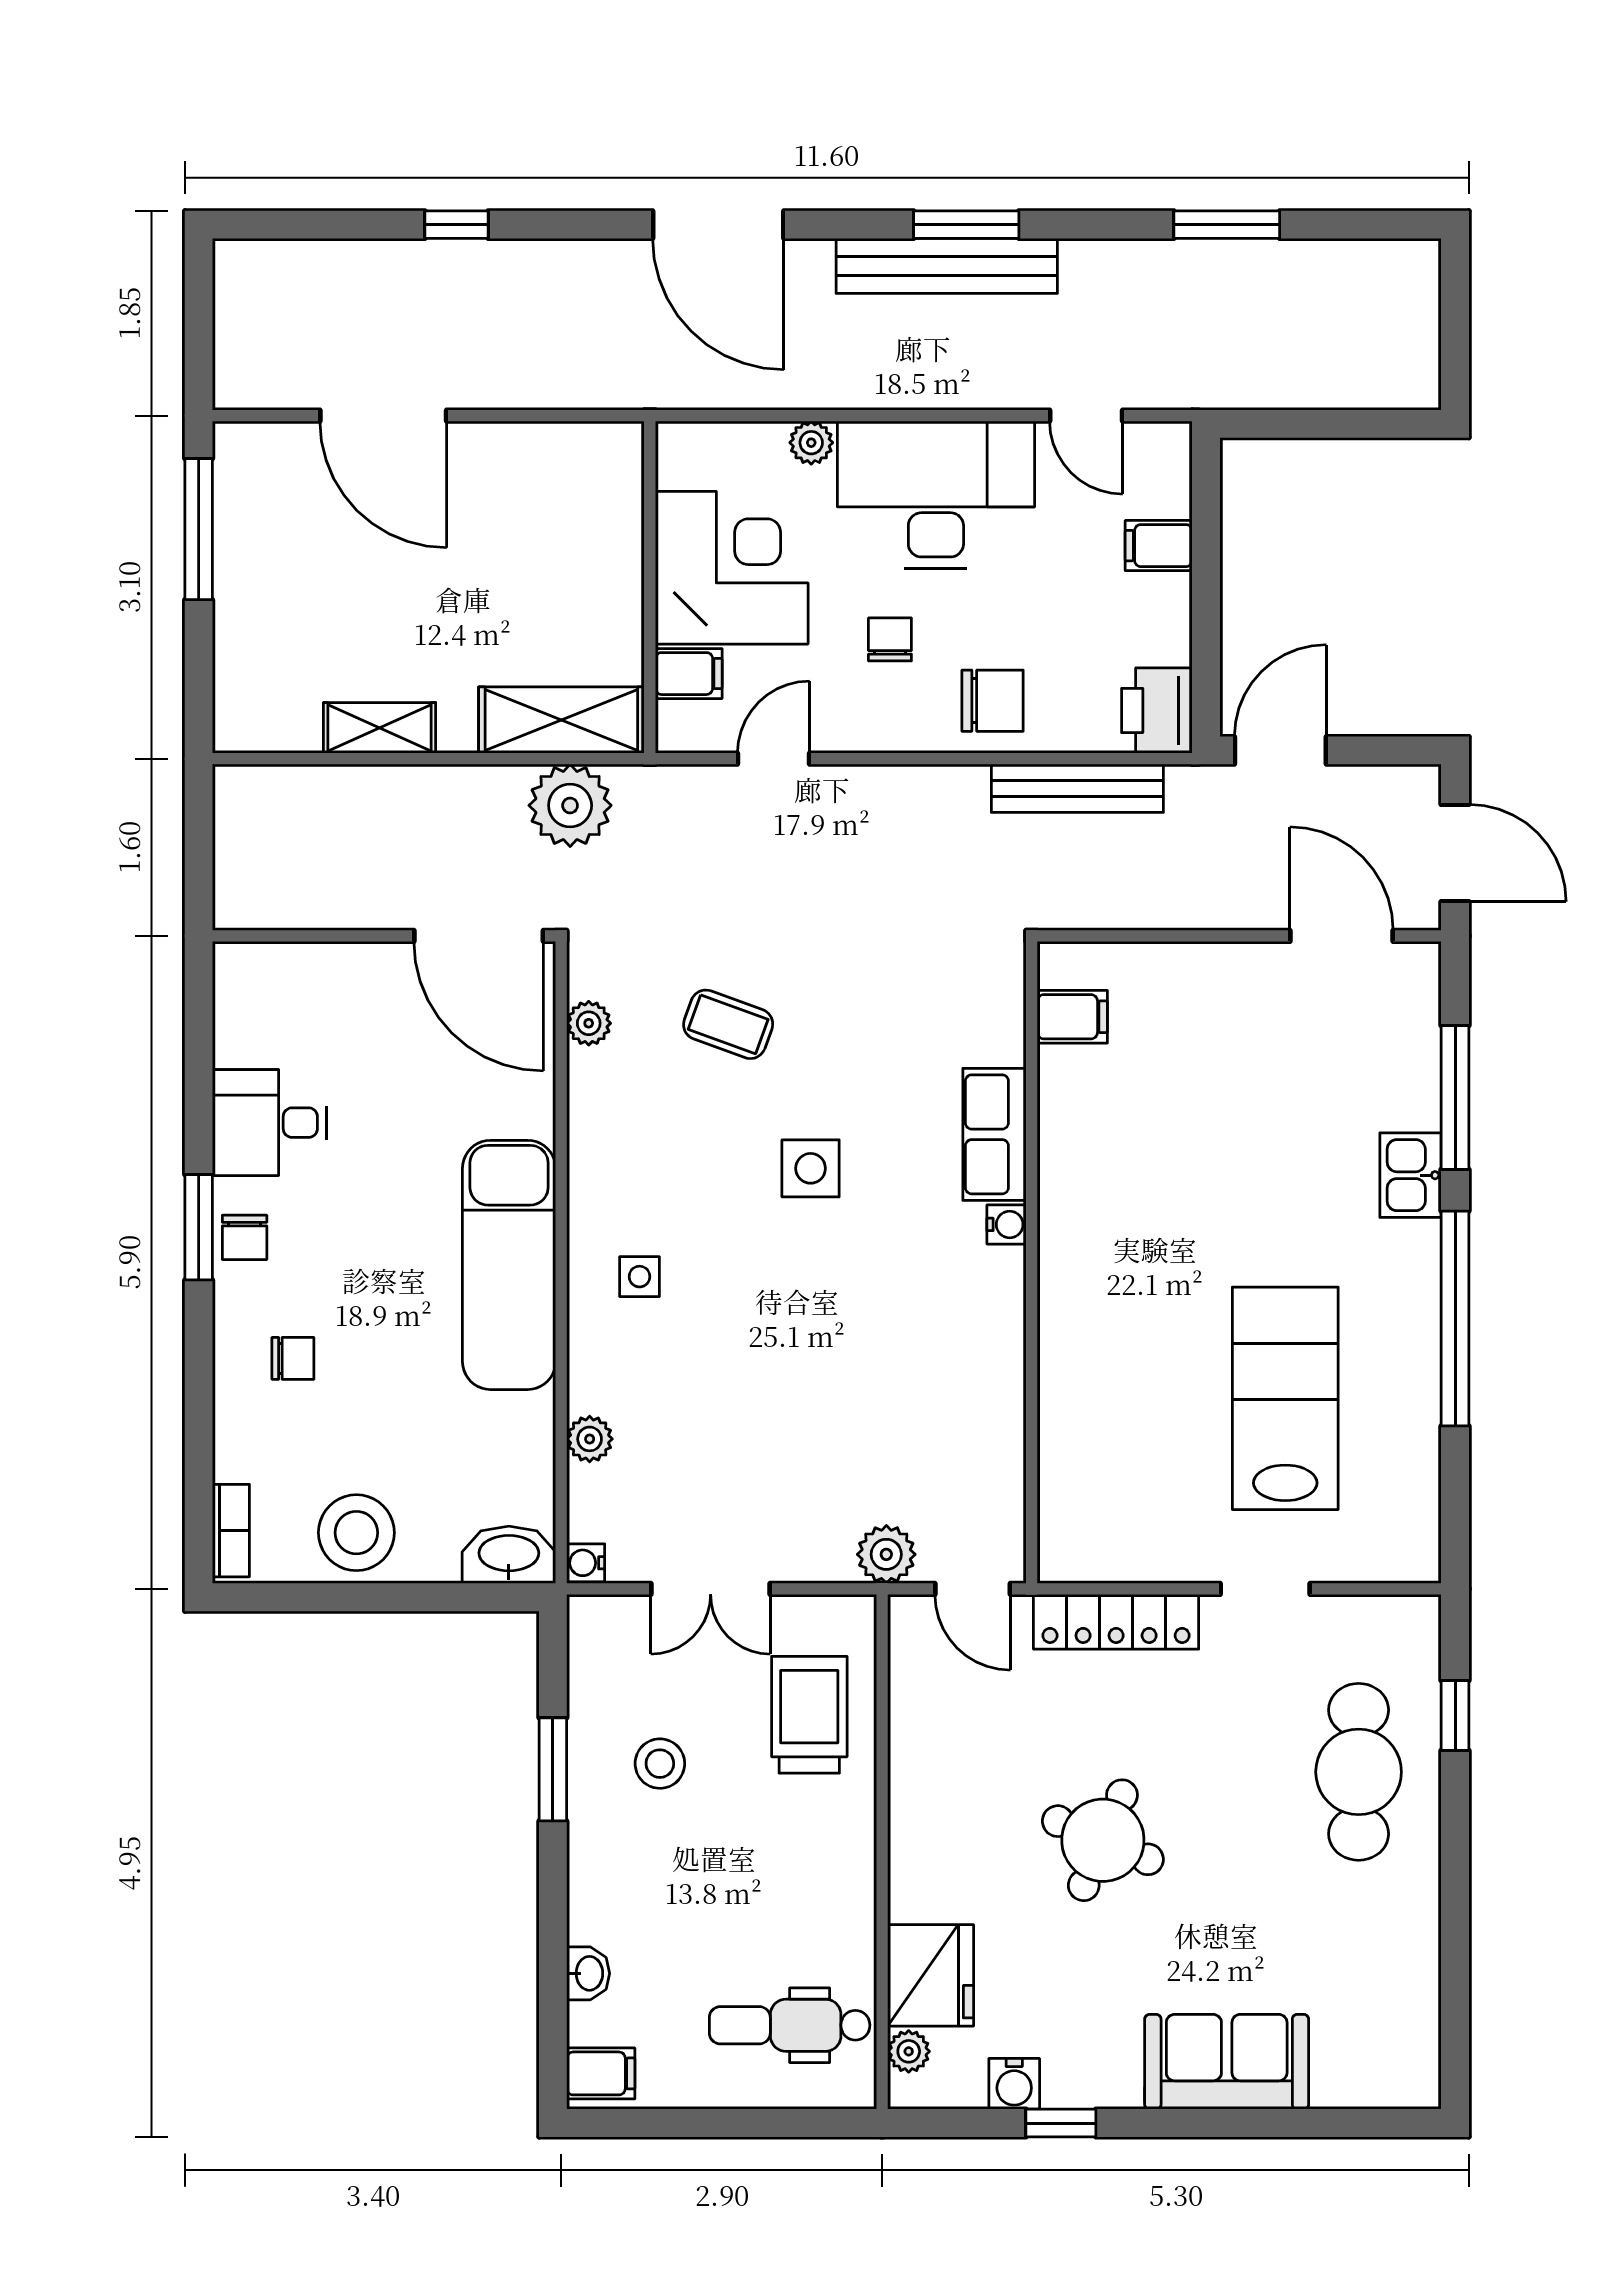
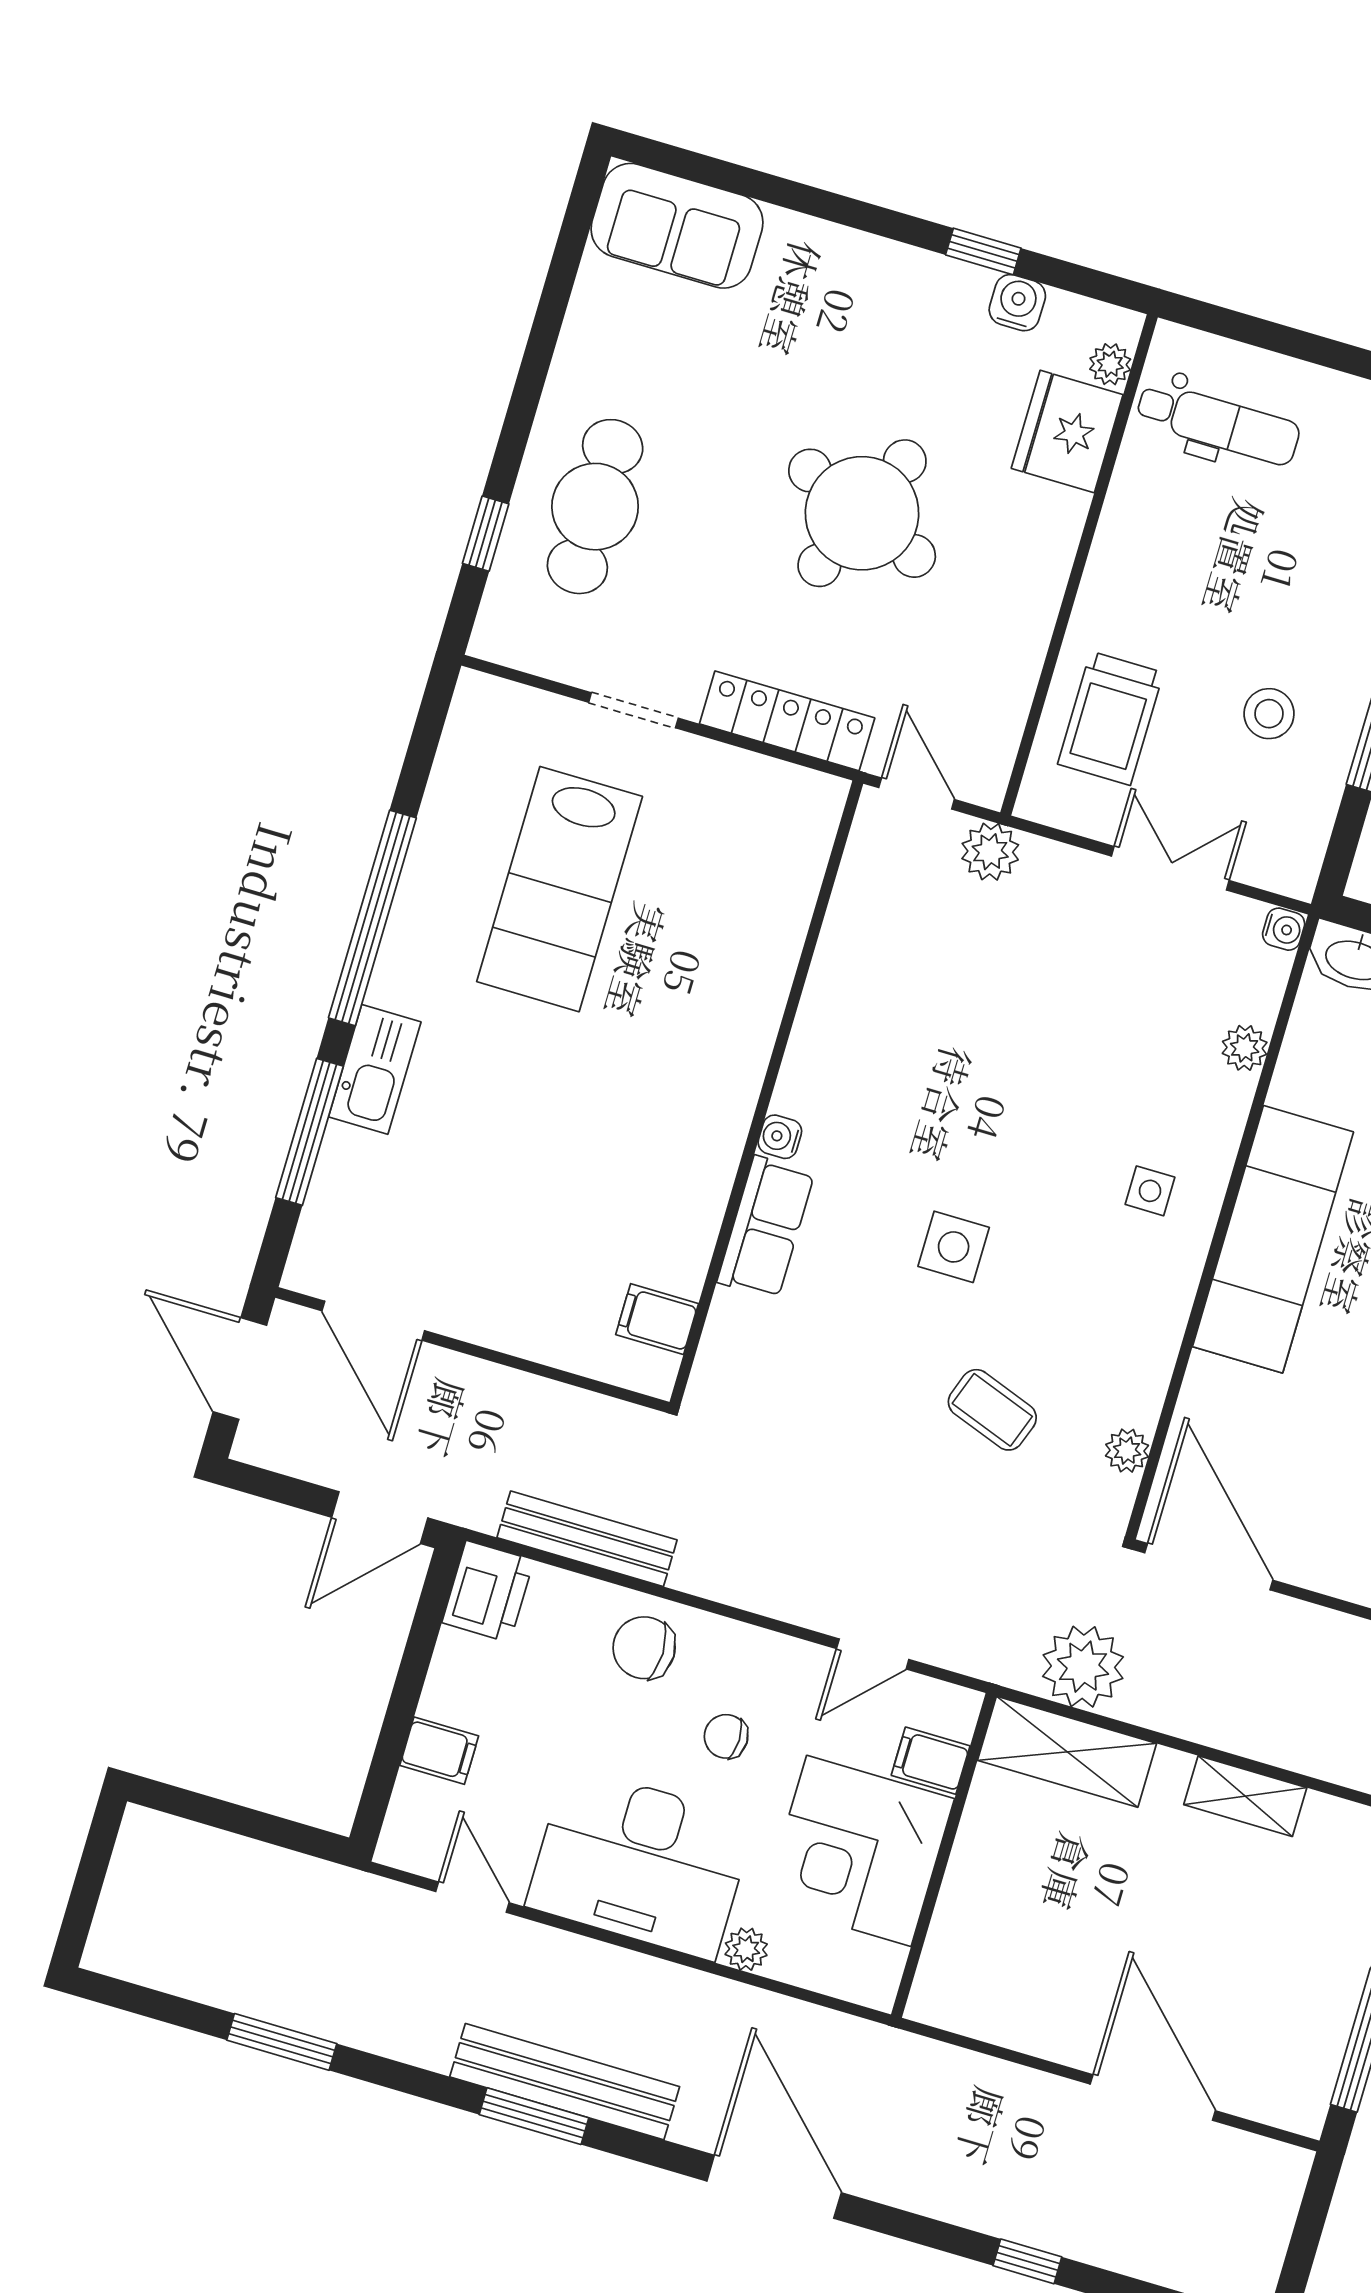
chair: (890, 639) -> (726, 1736), turned 91
kitchen sink: (1411, 1175) -> (375, 1069), width x1.38
round table: (1103, 1840) -> (862, 513), width x1.36, depth x1.36
sofa: (1227, 2062) -> (677, 226), moved

